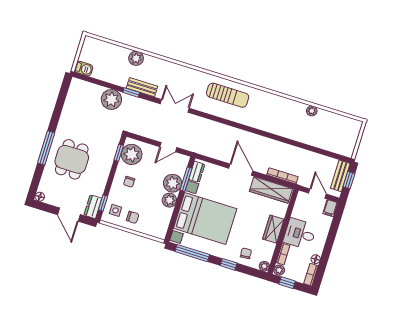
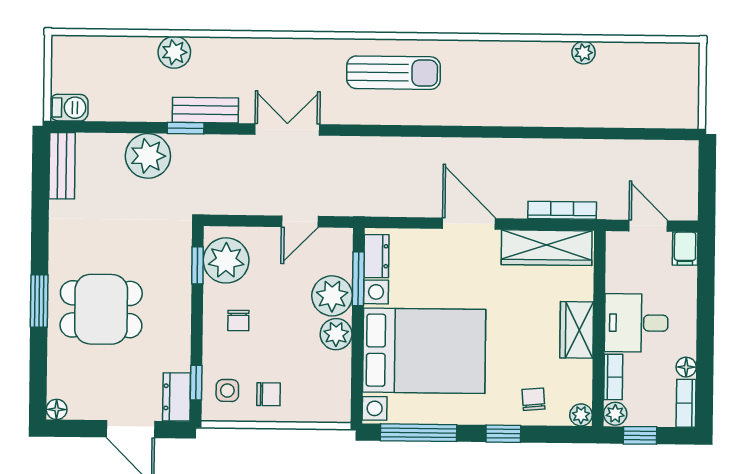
window: (46, 148) -> (39, 301), width x0.69
dining table: (72, 159) -> (101, 309), turned 90
bench: (340, 176) -> (62, 166), moved
window: (349, 180) -> (707, 177), removed

